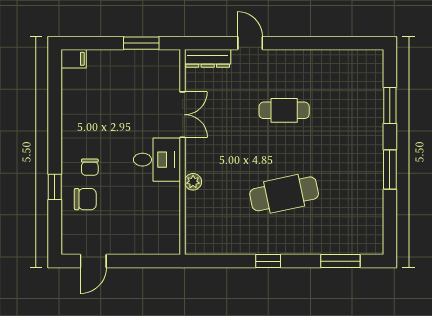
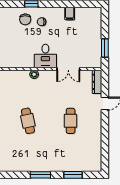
filing cabinet: (74, 59) -> (70, 13), moved
cafe table: (284, 194) -> (28, 121), width x0.73, depth x0.74

